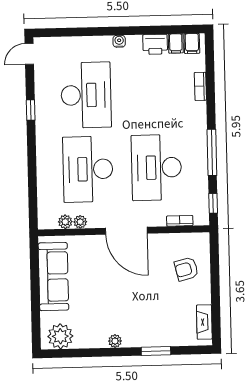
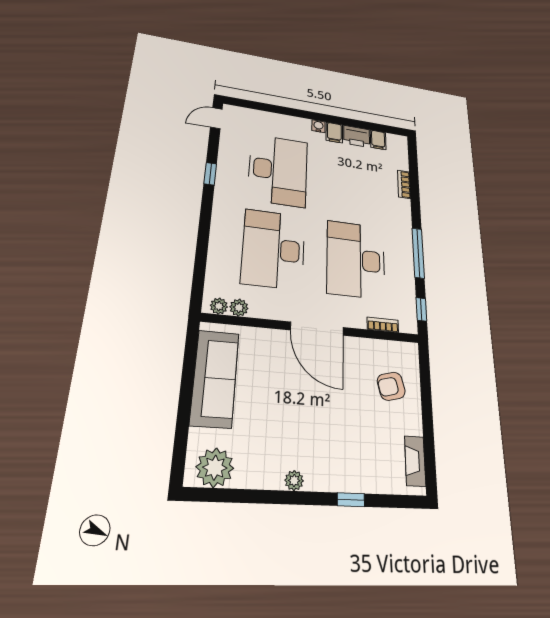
filing cabinet: (192, 43) -> (334, 133), moved
plant: (80, 222) -> (219, 306), moved
window: (156, 351) -> (351, 500), width x0.67

